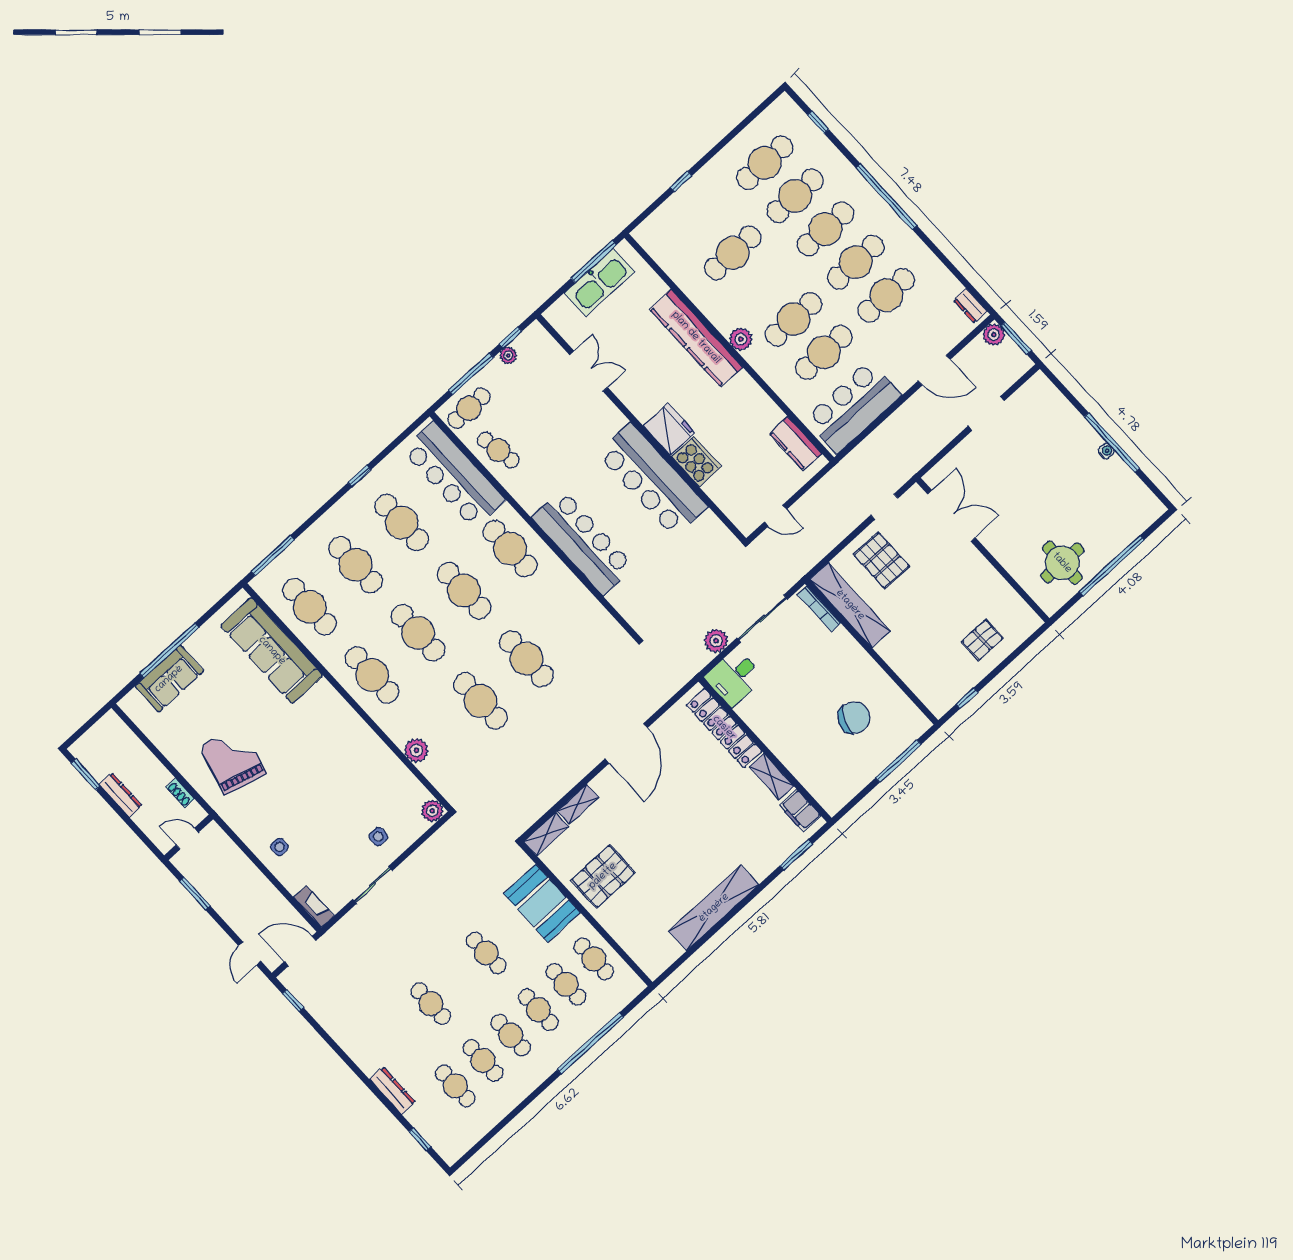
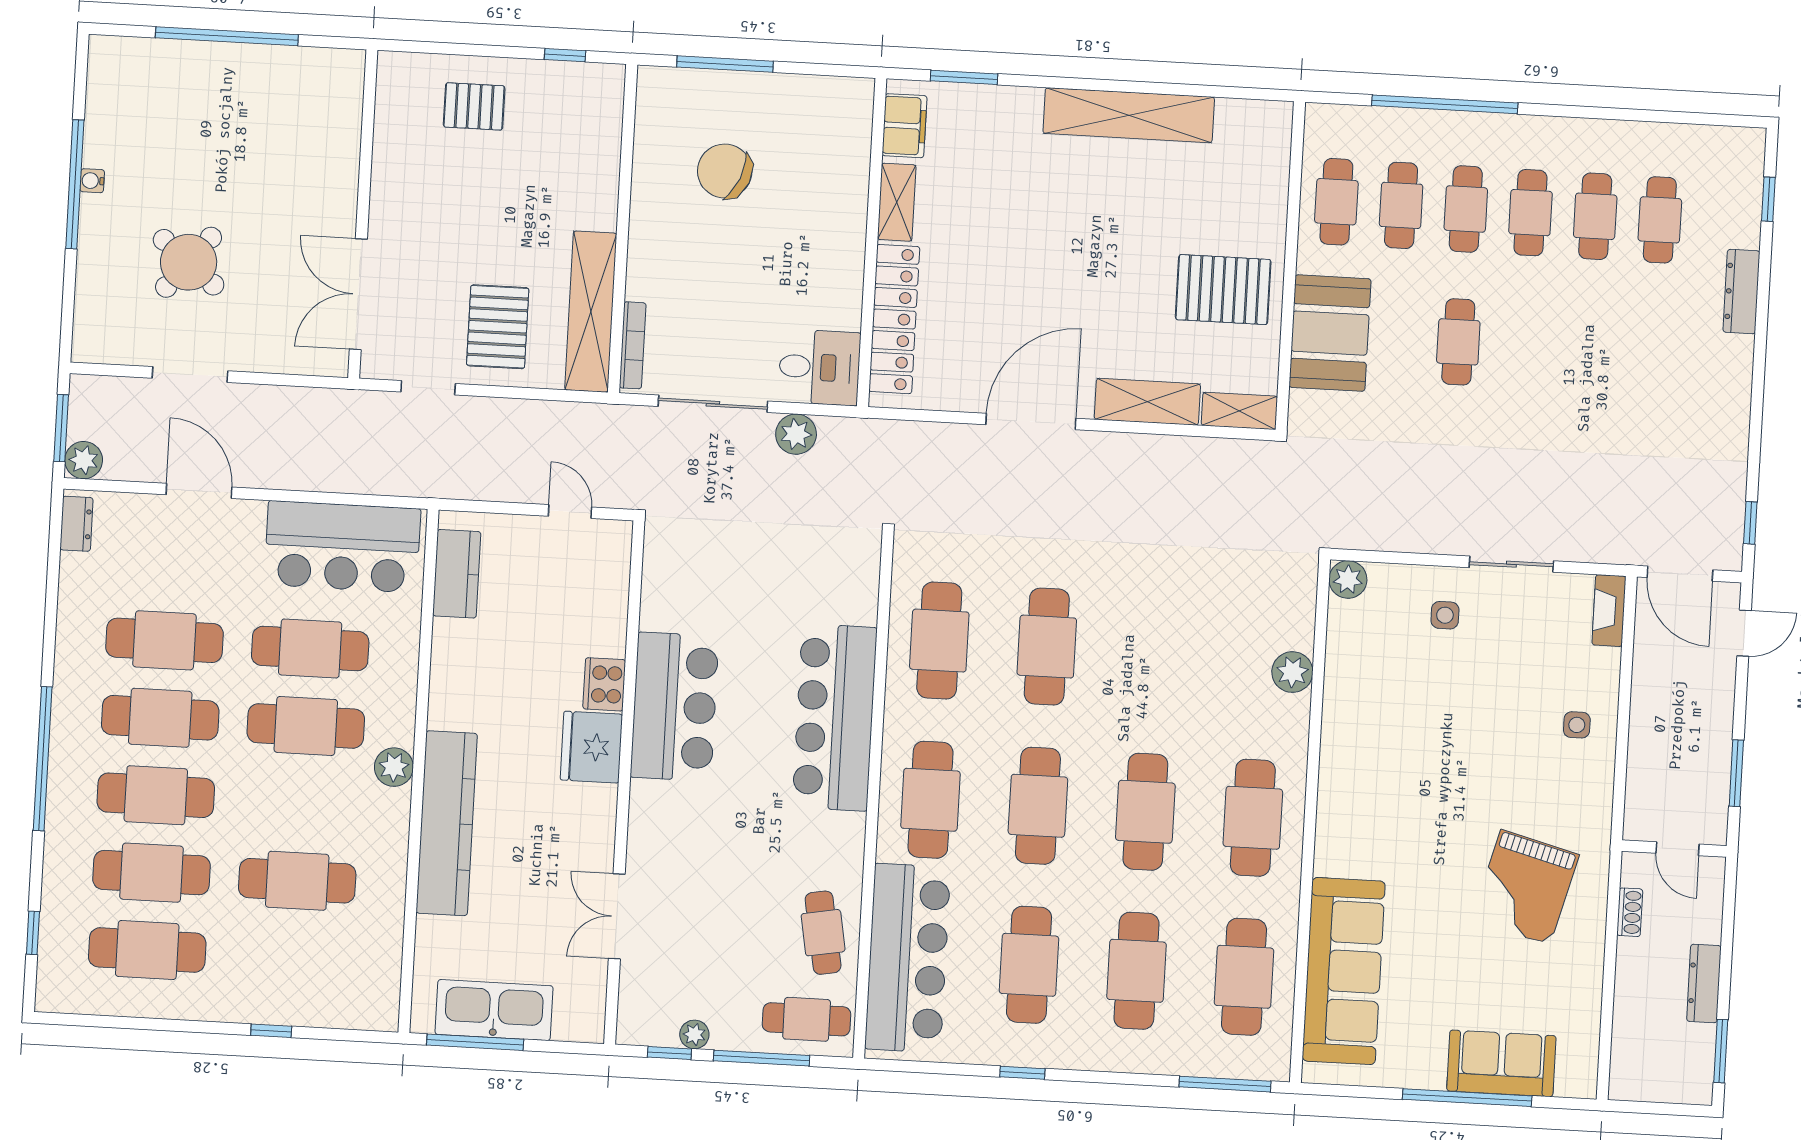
cooker: (696, 462) -> (604, 684), width x0.73, depth x0.76
bar counter: (652, 480) -> (675, 707), width x0.73
round table: (1062, 563) -> (189, 262), moved, turned 38
cafe table: (480, 701) -> (939, 641), moved
shelving: (578, 804) -> (1147, 402), width x1.50, depth x1.33
cafe table: (431, 1004) -> (1588, 349), removed

